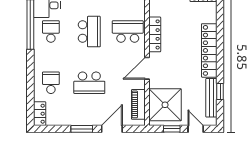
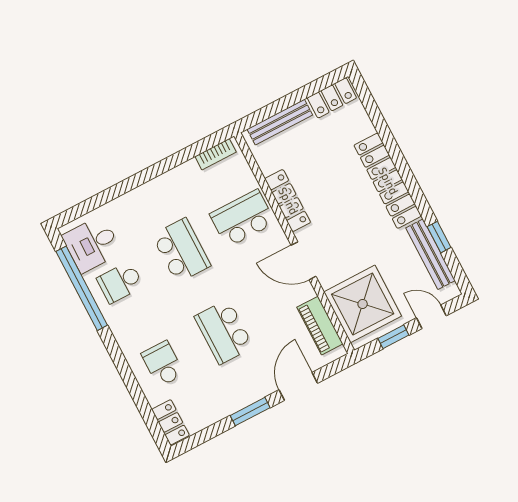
school desk: (51, 32) -> (120, 282), turned -90
door: (147, 68) -> (304, 261), hinge flipped
school desk: (89, 83) -> (224, 332), turned 90

